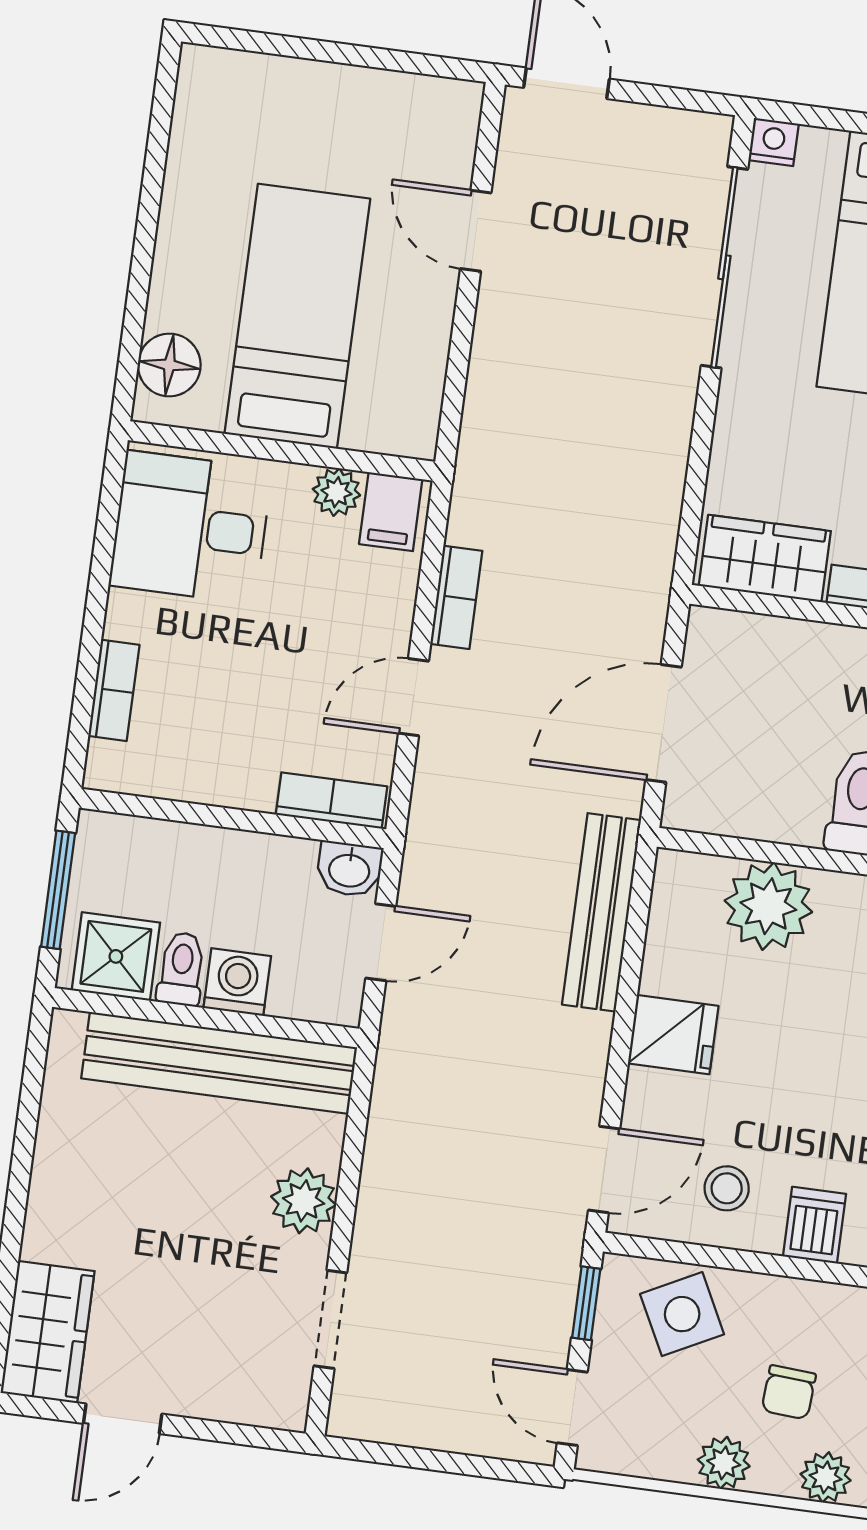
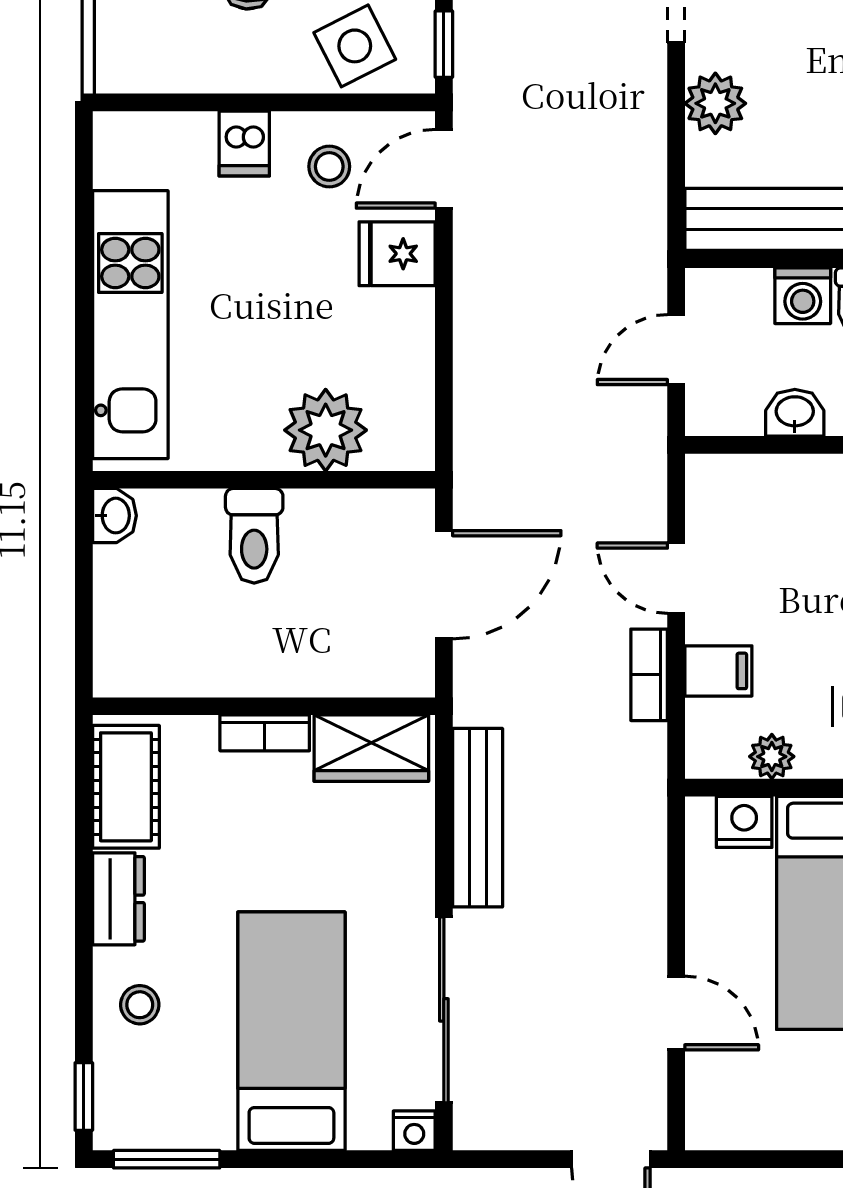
nightstand: (375, 426) -> (744, 822), added
filing cabinet: (391, 512) -> (718, 671), moved, turned 90
door: (413, 697) -> (676, 578), swing flipped
bookcase: (331, 801) -> (739, 473), removed
washbasin: (349, 869) -> (795, 413), moved
bench: (602, 912) -> (478, 818), moved
fridge: (673, 1035) -> (397, 254), moved

